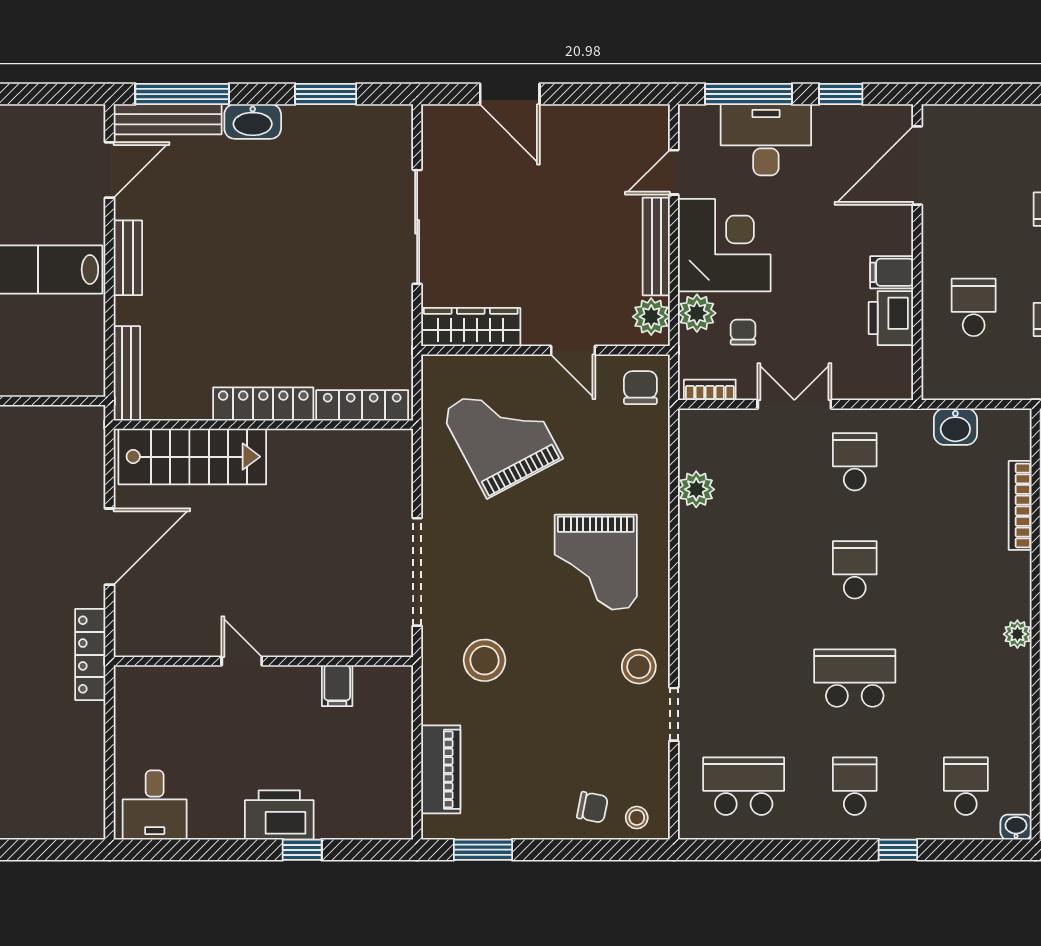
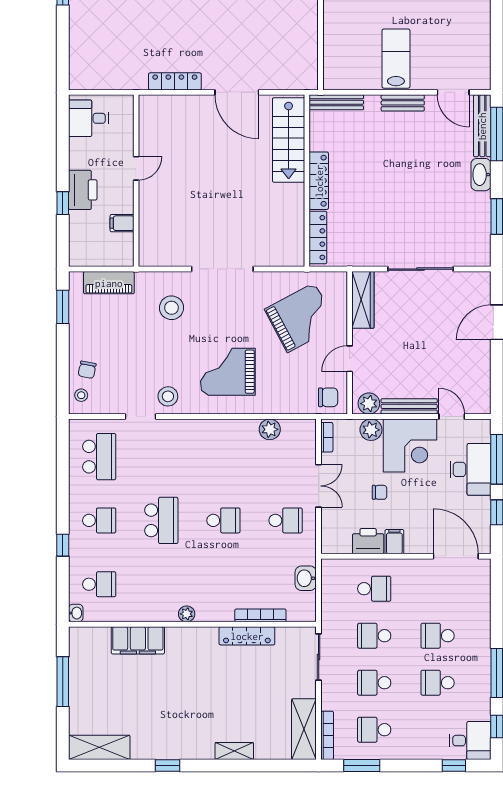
chair: (743, 332) -> (380, 492), moved
door: (242, 661) -> (136, 168), moved
wall: (263, 661) -> (136, 181), moved
filing cabinet: (337, 686) -> (122, 223), moved

